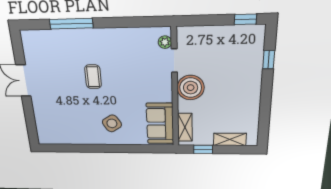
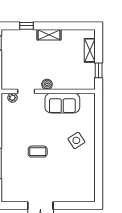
boiler: (191, 88) -> (47, 84), width x0.54, depth x0.54
sofa: (160, 124) -> (62, 103), moved
shelving: (185, 127) -> (49, 35), moved

